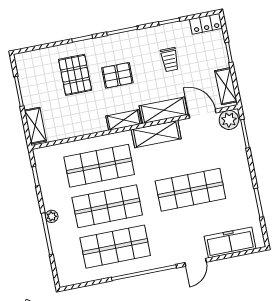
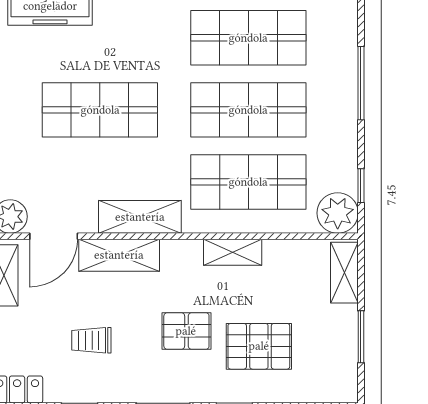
trolley: (170, 60) -> (91, 340), turned -90
pallet: (75, 75) -> (259, 346), turned 90
door: (202, 114) -> (54, 236), hinge flipped
shelving: (124, 120) -> (233, 252), moved
plant: (52, 216) -> (338, 213), moved, width x1.88, depth x1.88

